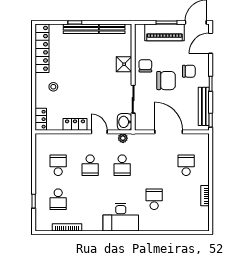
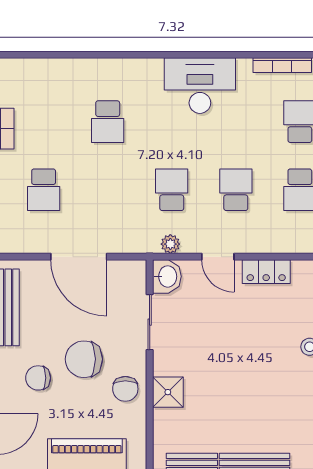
desk: (121, 217) -> (200, 86), moved

